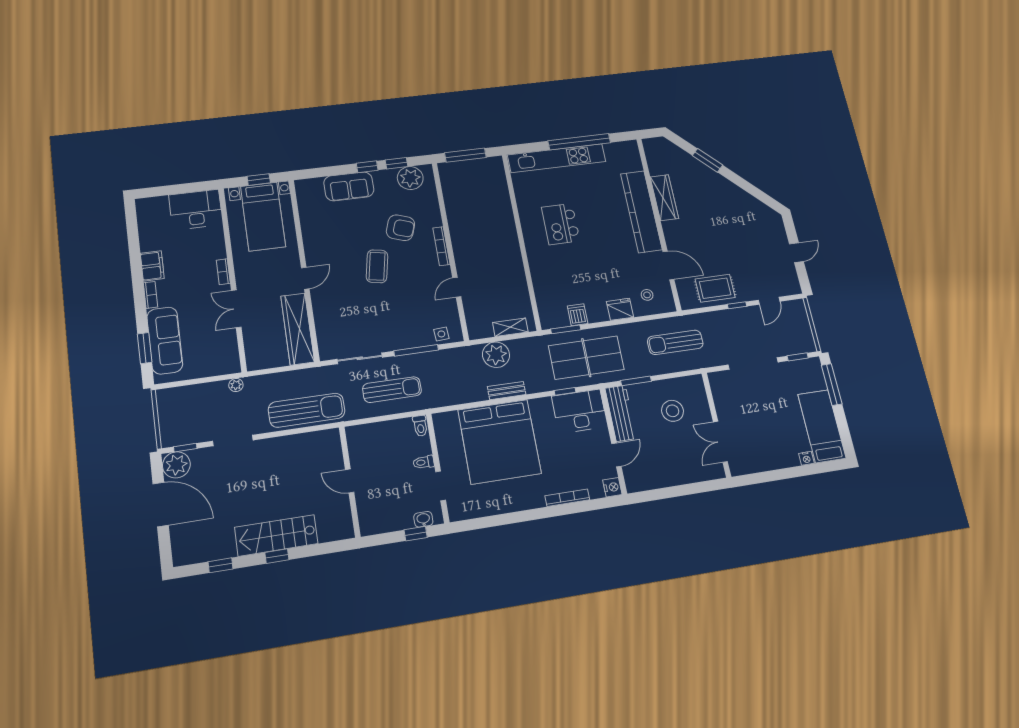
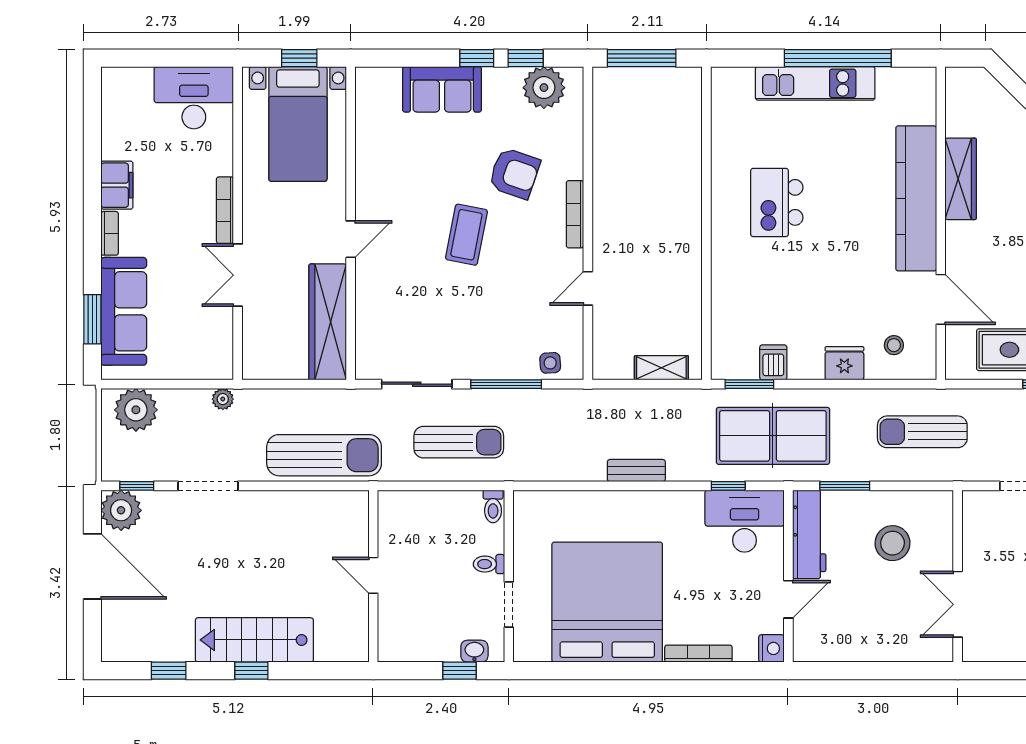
kitchen unit: (557, 158) -> (815, 83), width x0.73
bookcase: (223, 272) -> (225, 210), width x1.56
plant: (496, 355) -> (136, 410), moved
bed: (499, 442) -> (607, 602), moved, turned 180

